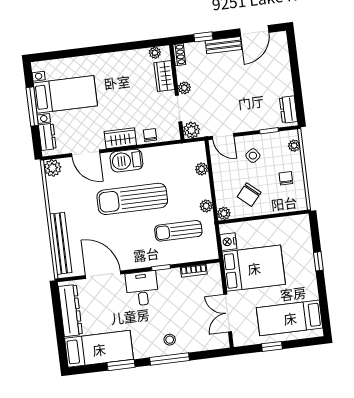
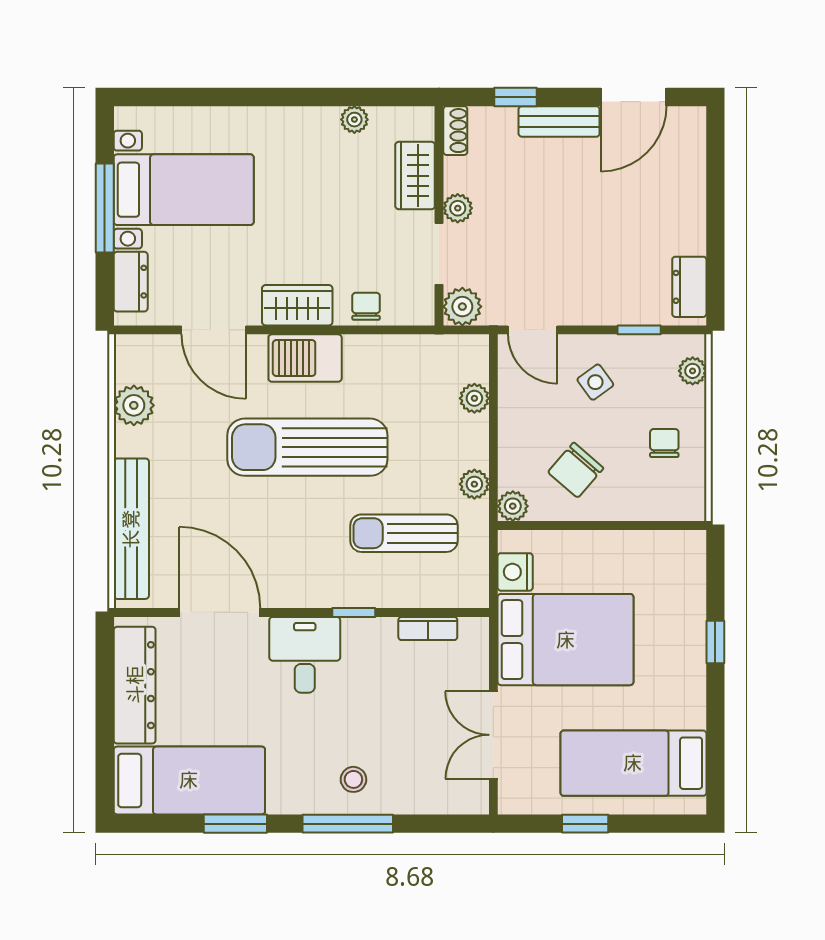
plant: (155, 53) -> (354, 120), moved
plant: (52, 168) -> (134, 405), moved

